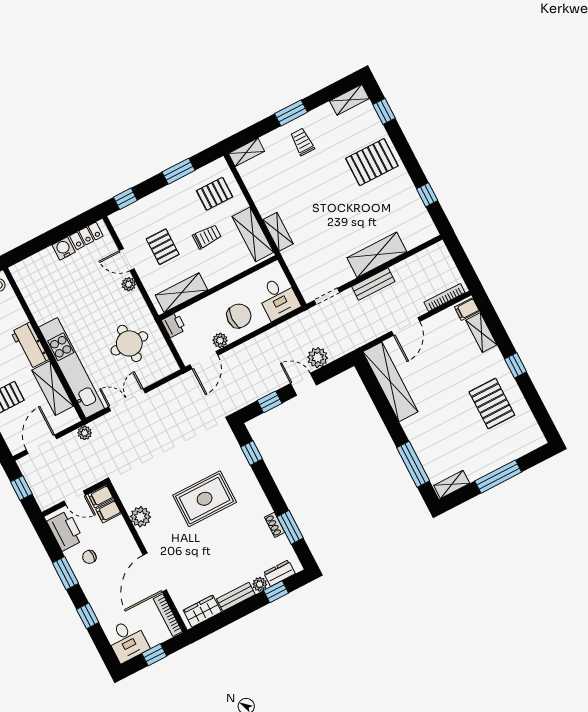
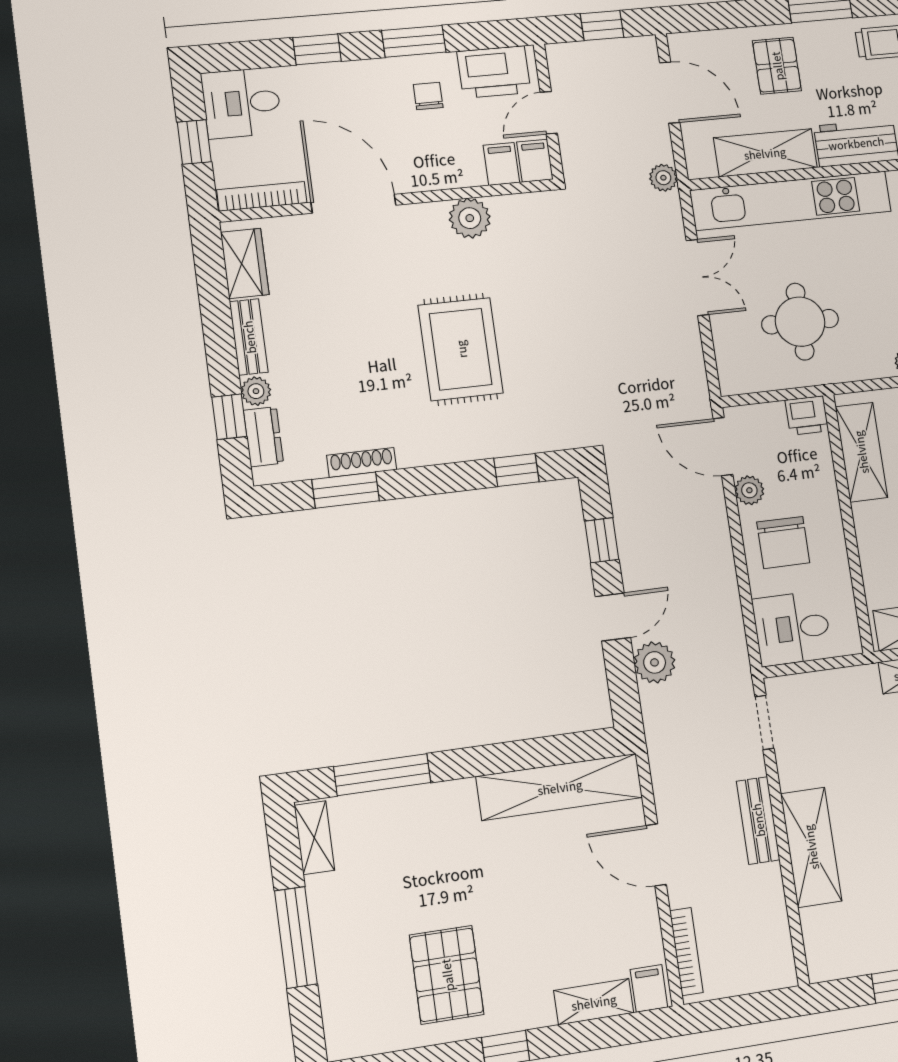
pallet: (492, 404) -> (447, 975), turned 90
shoe rack: (275, 525) -> (362, 462), width x1.43

